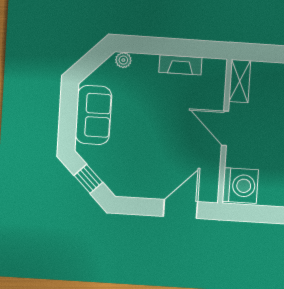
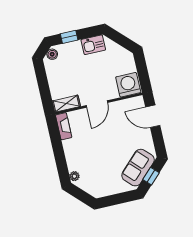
fireplace: (180, 65) -> (64, 126), moved
sofa: (93, 115) -> (138, 168), moved, turned -45

